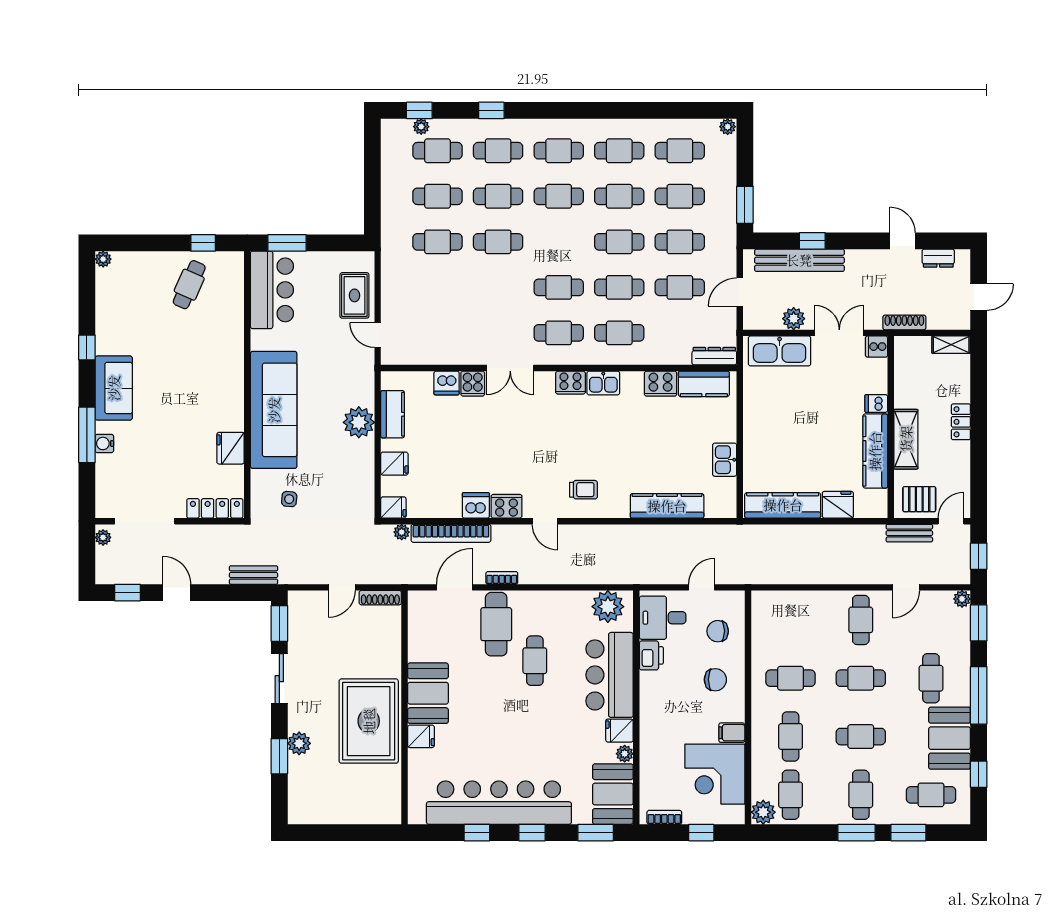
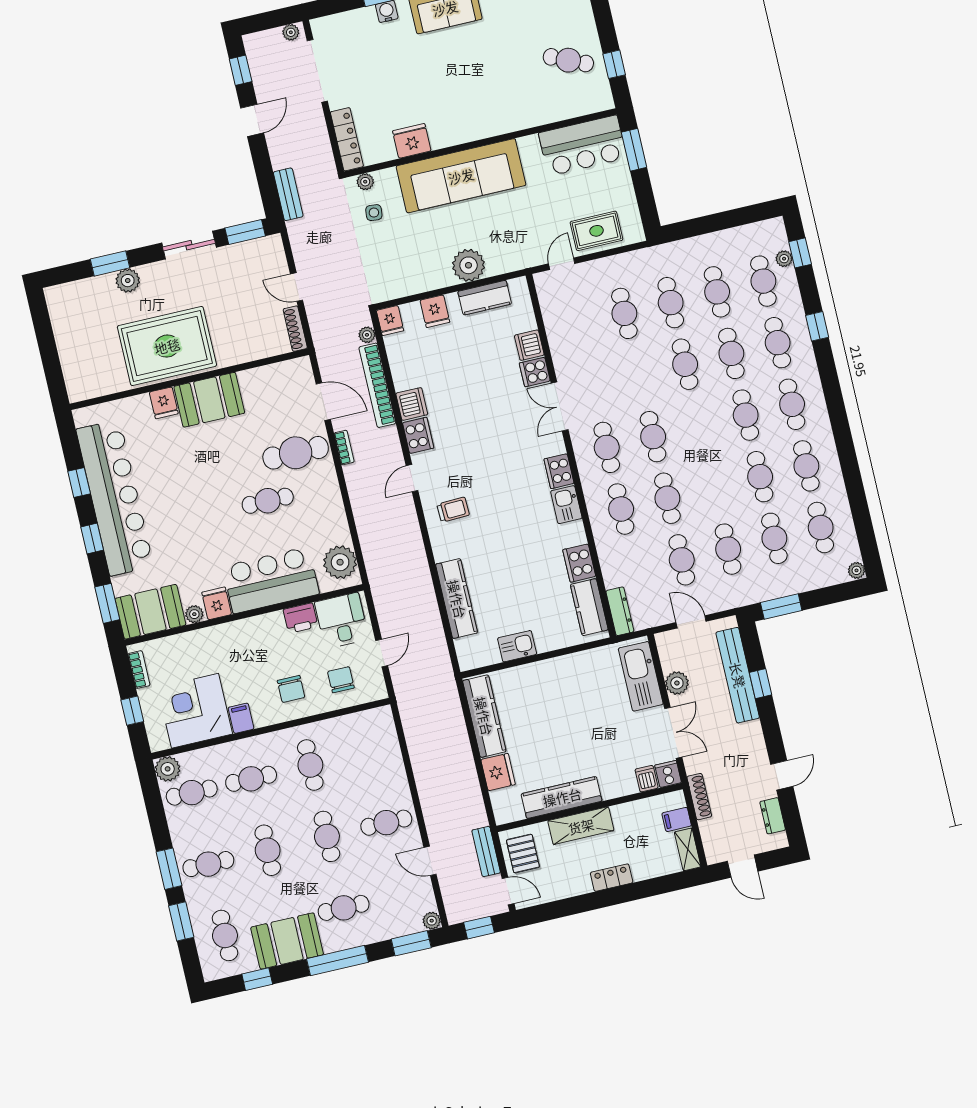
cafe table: (619, 242) -> (624, 313), moved
filing cabinet: (921, 348) -> (677, 819), added
dishwasher: (876, 403) -> (647, 779), moved
trolley: (583, 490) -> (453, 510), turned -92
plant: (258, 500) -> (365, 182), added
door: (702, 587) -> (382, 653), hinge flipped

